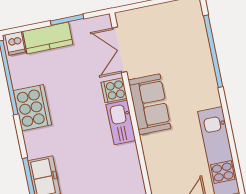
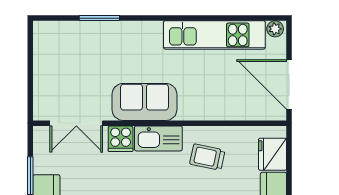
window: (213, 51) -> (99, 18), width x0.47
trolley: (113, 167) -> (207, 157), added

